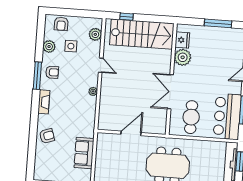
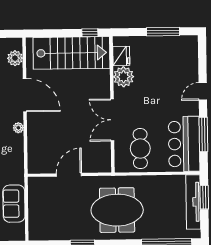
window: (127, 17) -> (90, 33), moved
door: (101, 65) -> (25, 95), width x1.87

